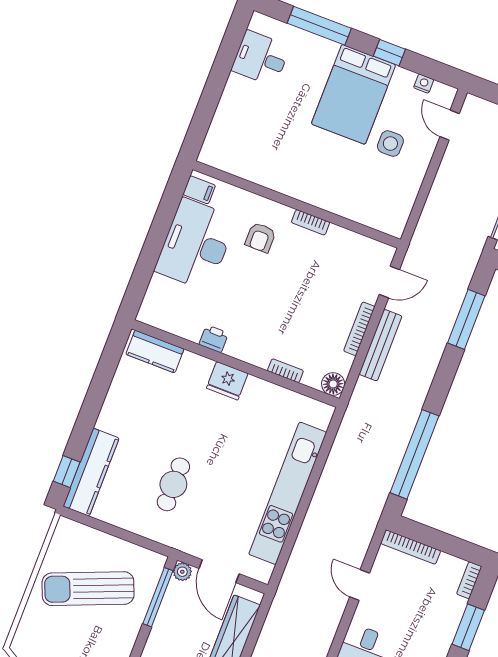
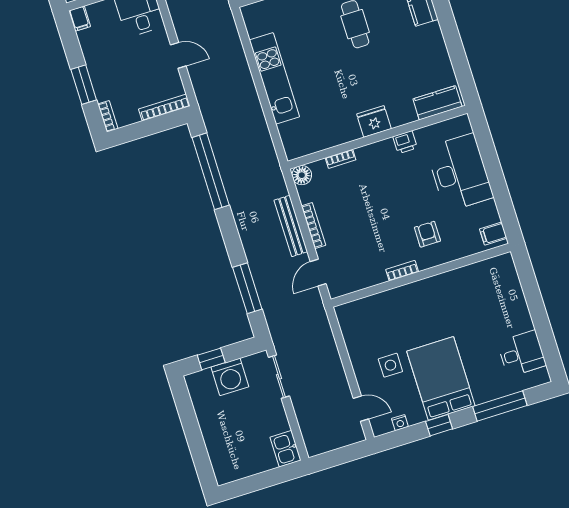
desk: (196, 244) -> (460, 173), moved
kitchen unit: (288, 493) -> (274, 78), width x0.73

